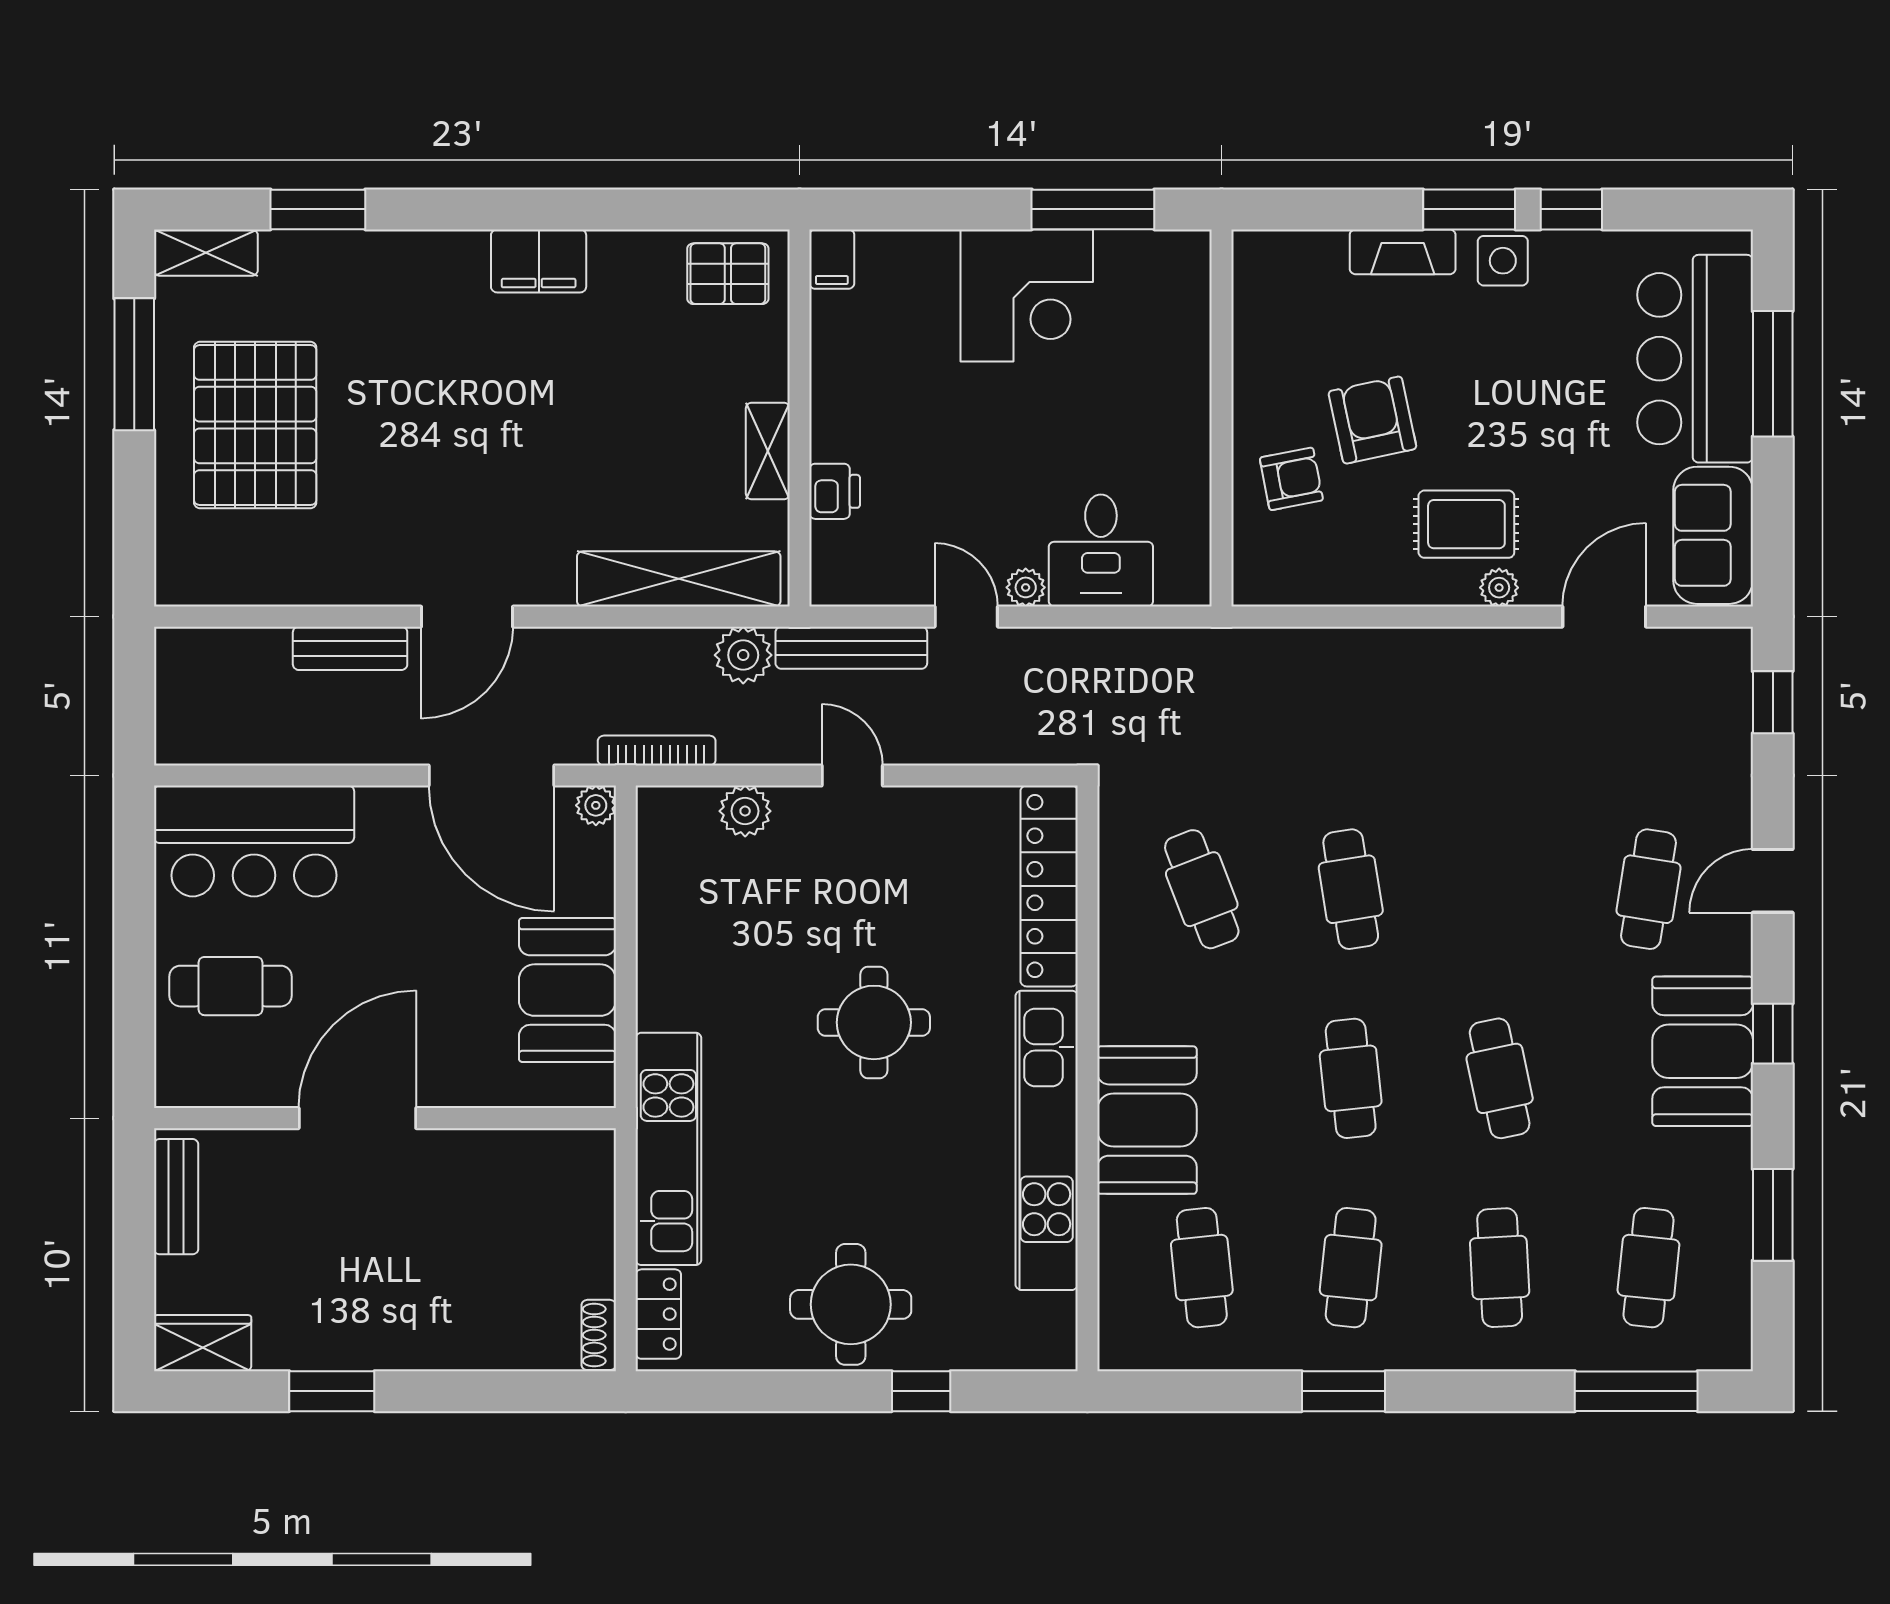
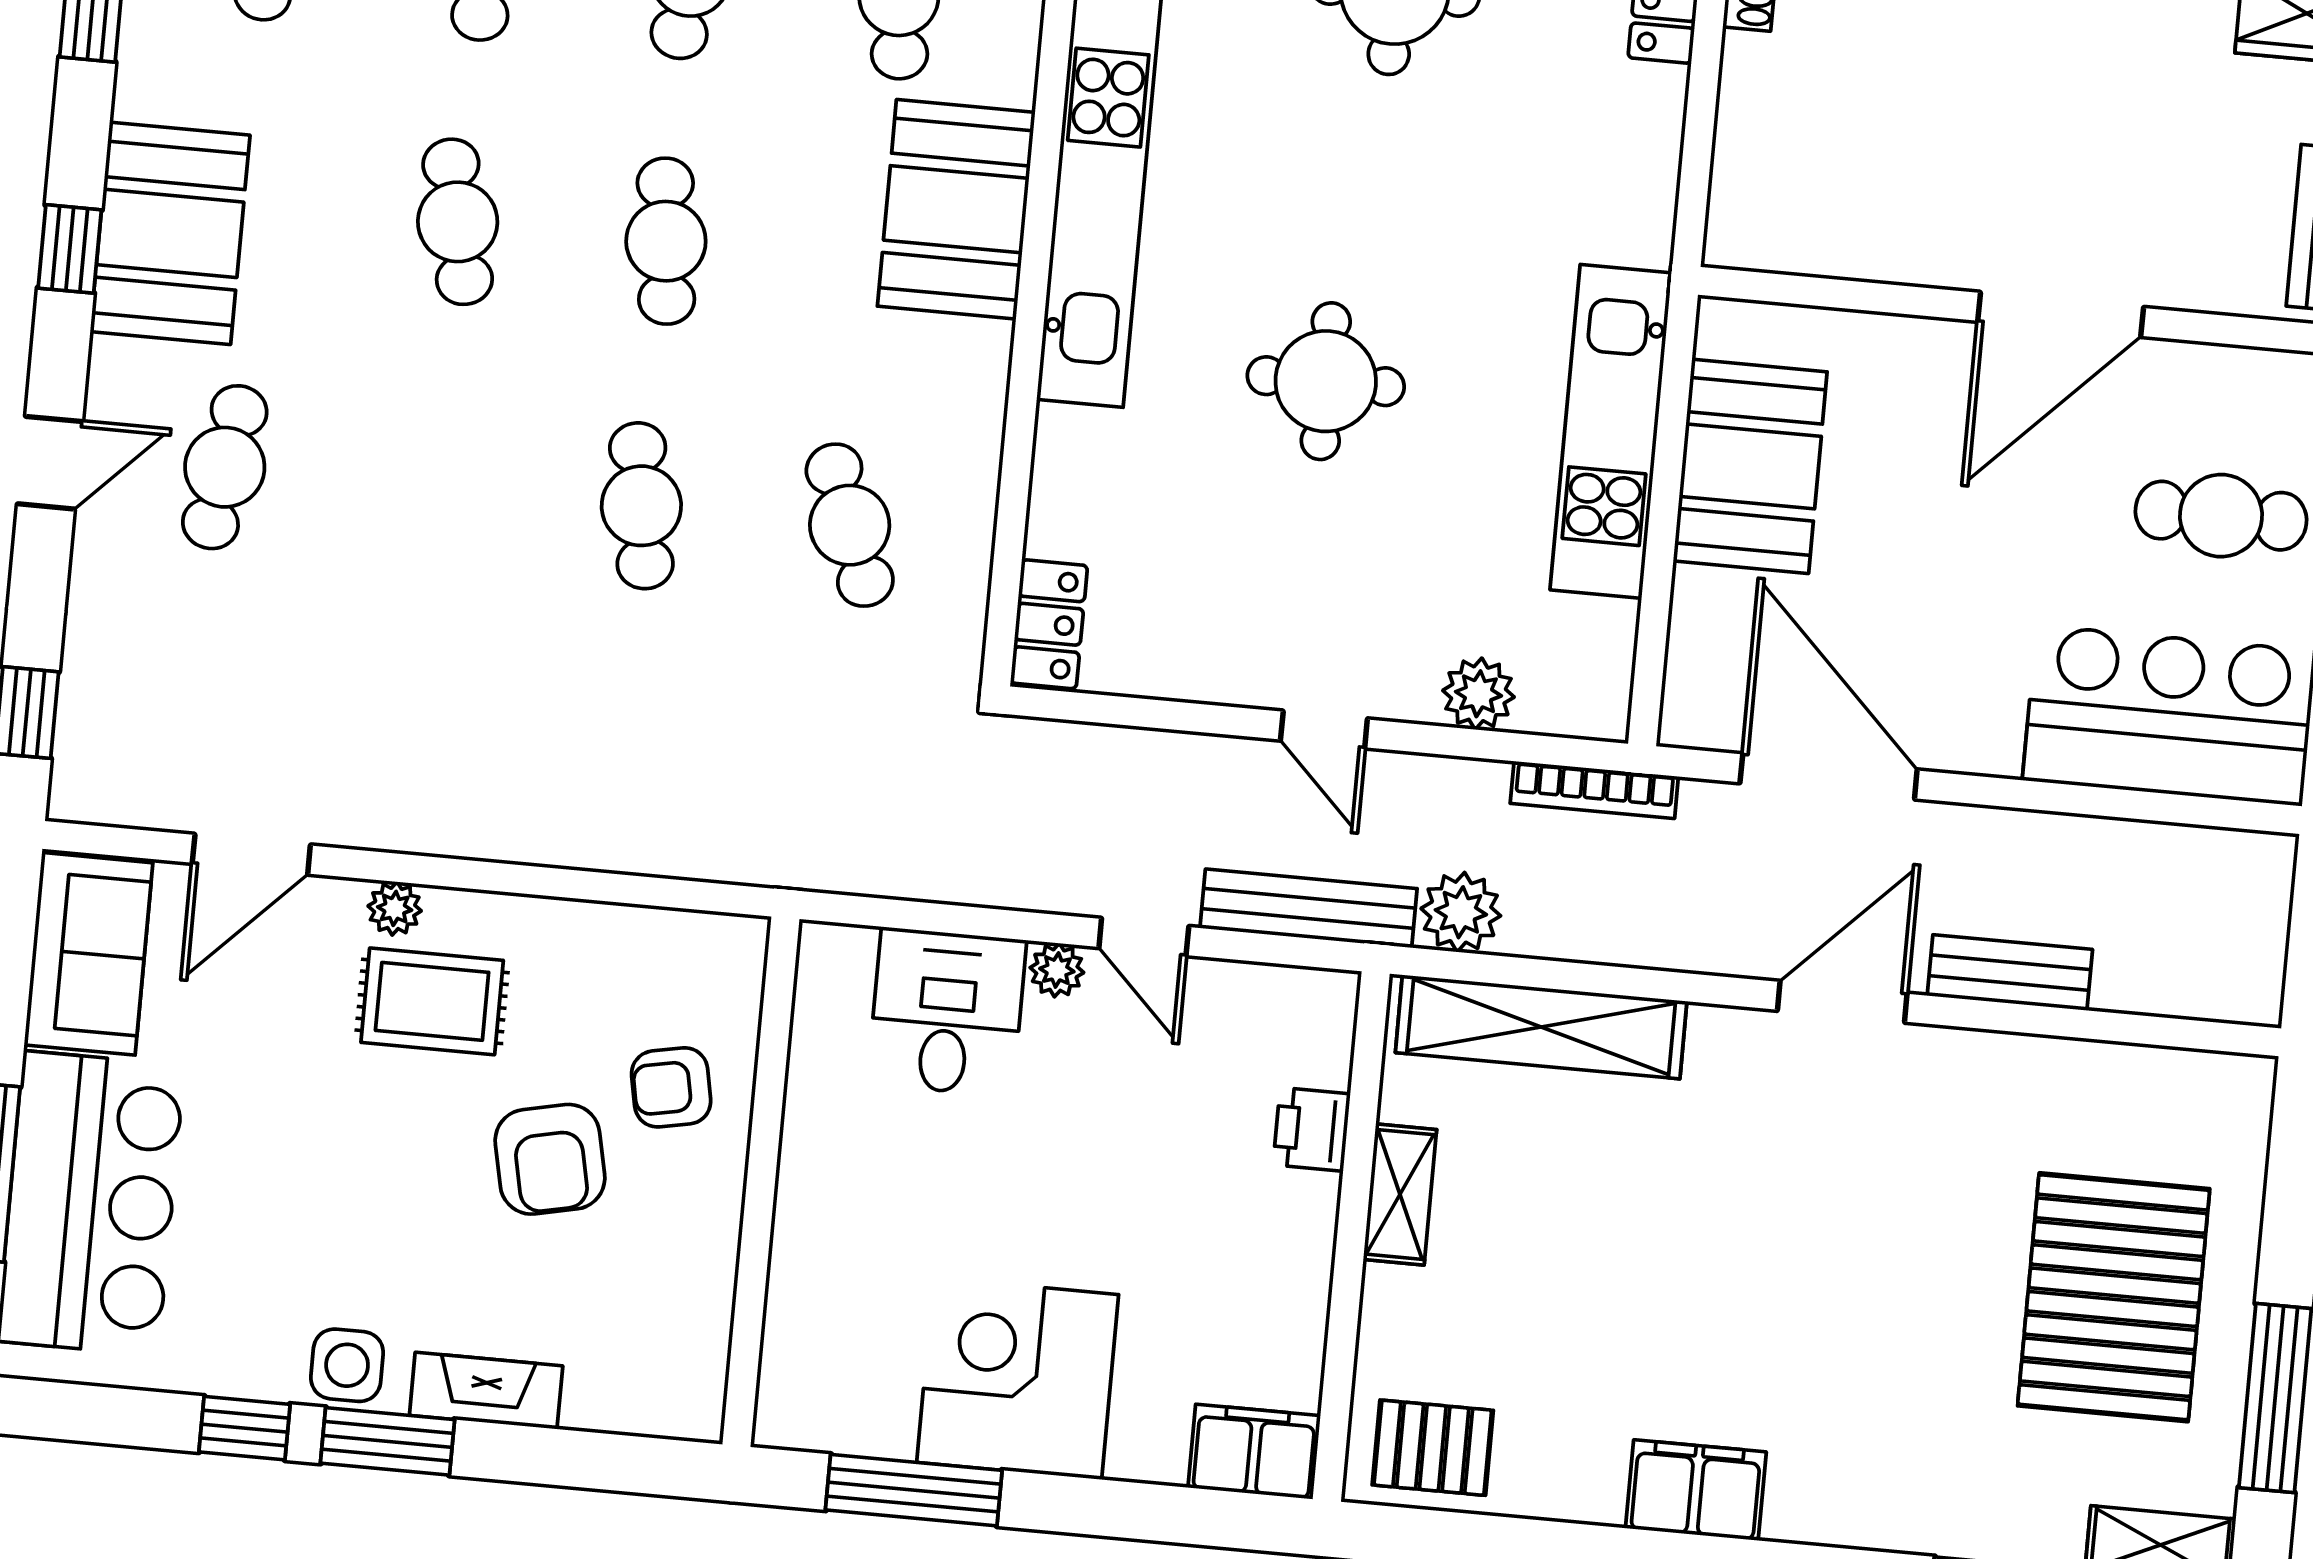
filing cabinet: (832, 259) -> (1254, 1452), width x2.00
plant: (596, 805) -> (1686, 721), removed
locker: (1049, 886) -> (1049, 624), width x0.46, depth x0.83
kitchen unit: (668, 1149) -> (1611, 431), moved

